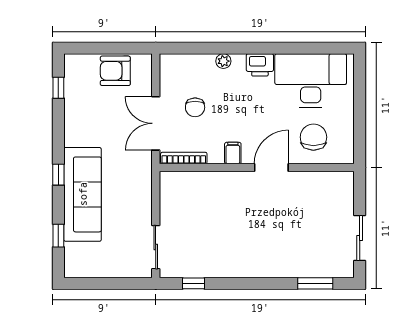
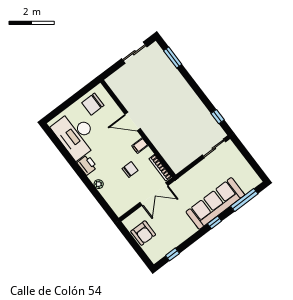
chair: (195, 107) -> (130, 169), moved
chair: (313, 137) -> (93, 104), moved
window: (58, 236) -> (244, 200), width x2.17

